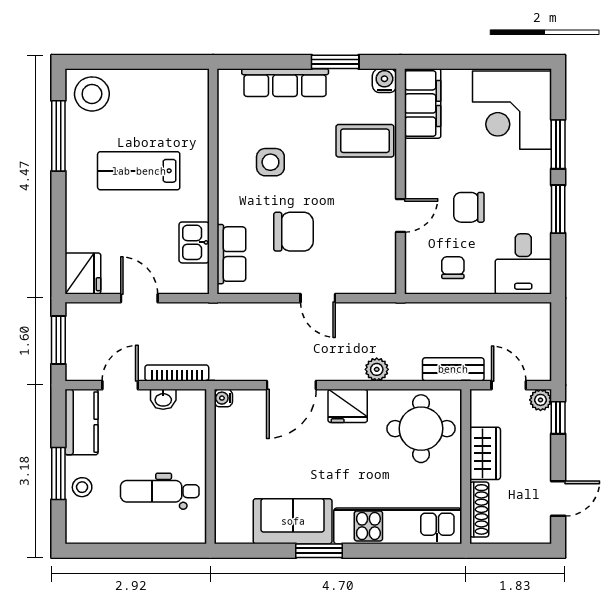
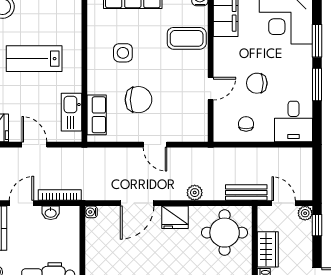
kitchen sink: (194, 242) -> (71, 112), width x1.38

